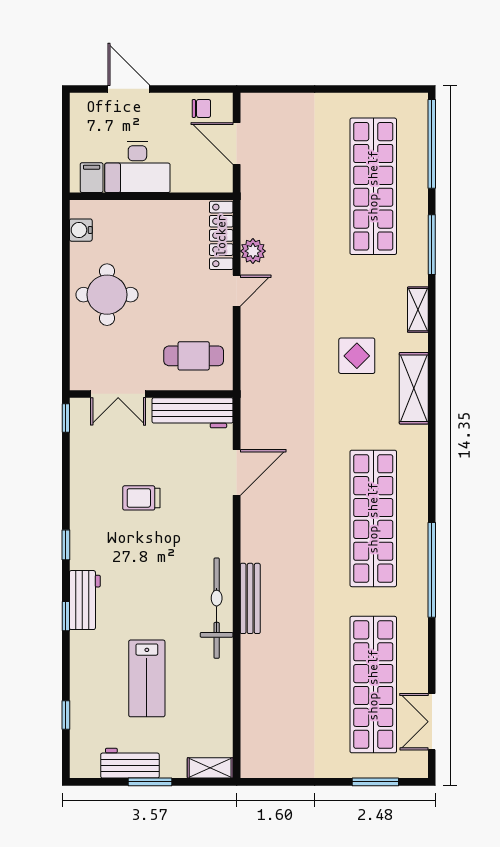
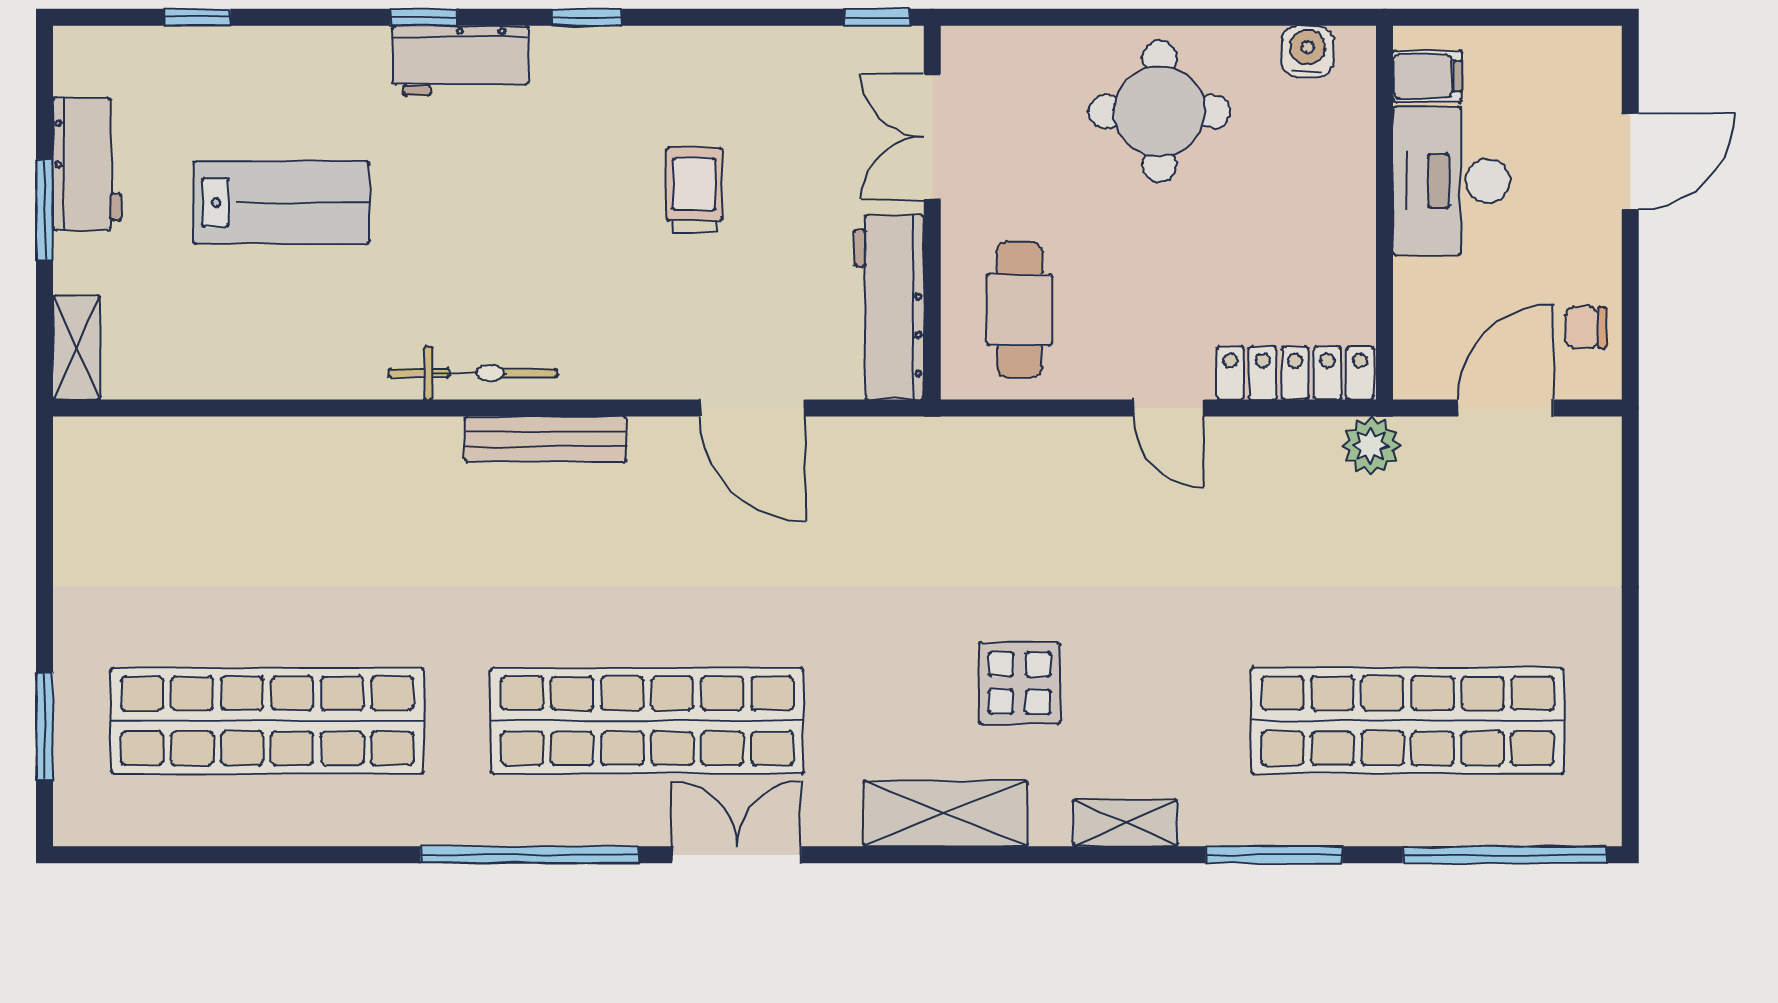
chair: (201, 108) -> (1586, 327), turned 90
plant: (253, 251) -> (1371, 445), moved
bench: (250, 598) -> (545, 439), moved
bicycle: (217, 608) -> (473, 373), width x0.73, depth x0.71
lab bench: (147, 678) -> (281, 203), turned 180
double door: (432, 722) -> (737, 855), moved

